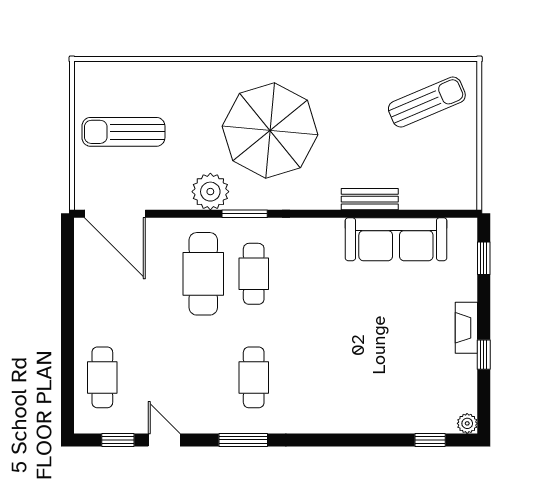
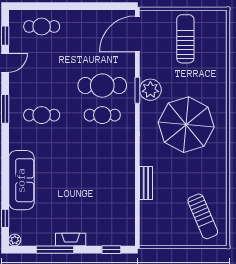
window: (245, 214) -> (137, 90), moved
sofa: (396, 239) -> (21, 180), moved, turned 180
window: (484, 355) -> (55, 250), width x2.17

